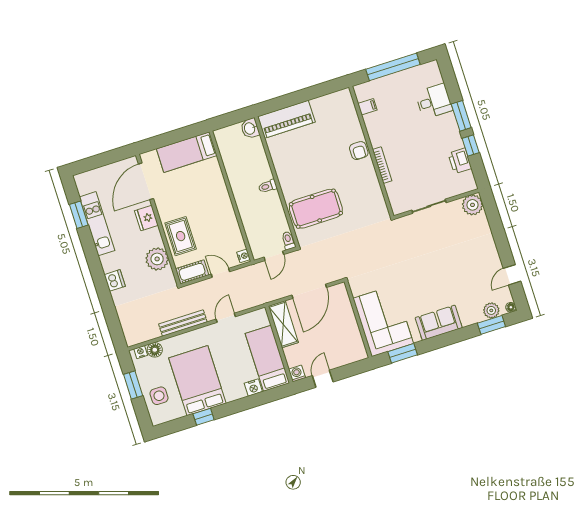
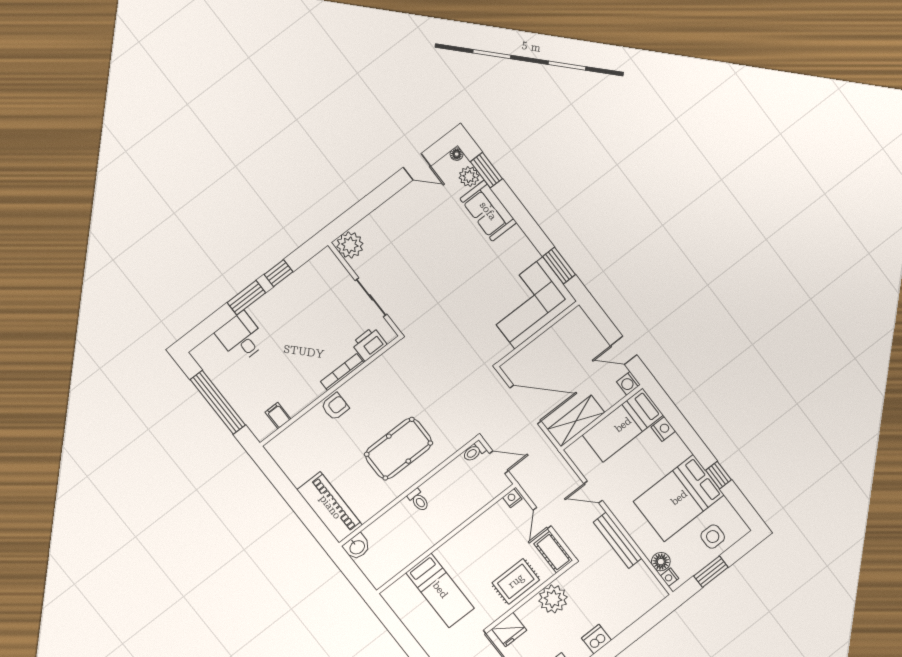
bed: (187, 152) -> (440, 590), moved
printer: (460, 161) -> (369, 344), moved, turned 180
pool table: (316, 209) -> (399, 449), moved, turned 90
sofa: (439, 323) -> (488, 211), moved

